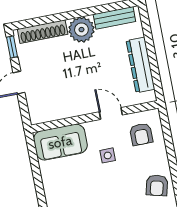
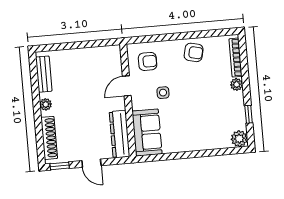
plant: (81, 30) -> (46, 104), width x0.53, depth x0.53
dresser: (140, 65) -> (120, 134), moved, turned 90

